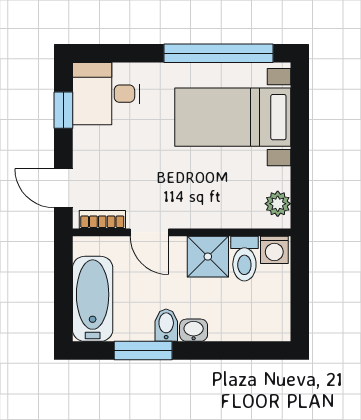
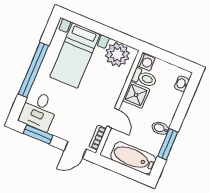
window: (218, 53) -> (33, 70), moved
window: (63, 110) -> (38, 134), width x1.50
plant: (278, 204) -> (117, 54), width x1.88, depth x1.88
door: (149, 232) -> (113, 118), hinge flipped
washbasin: (194, 330) -> (182, 84), moved

